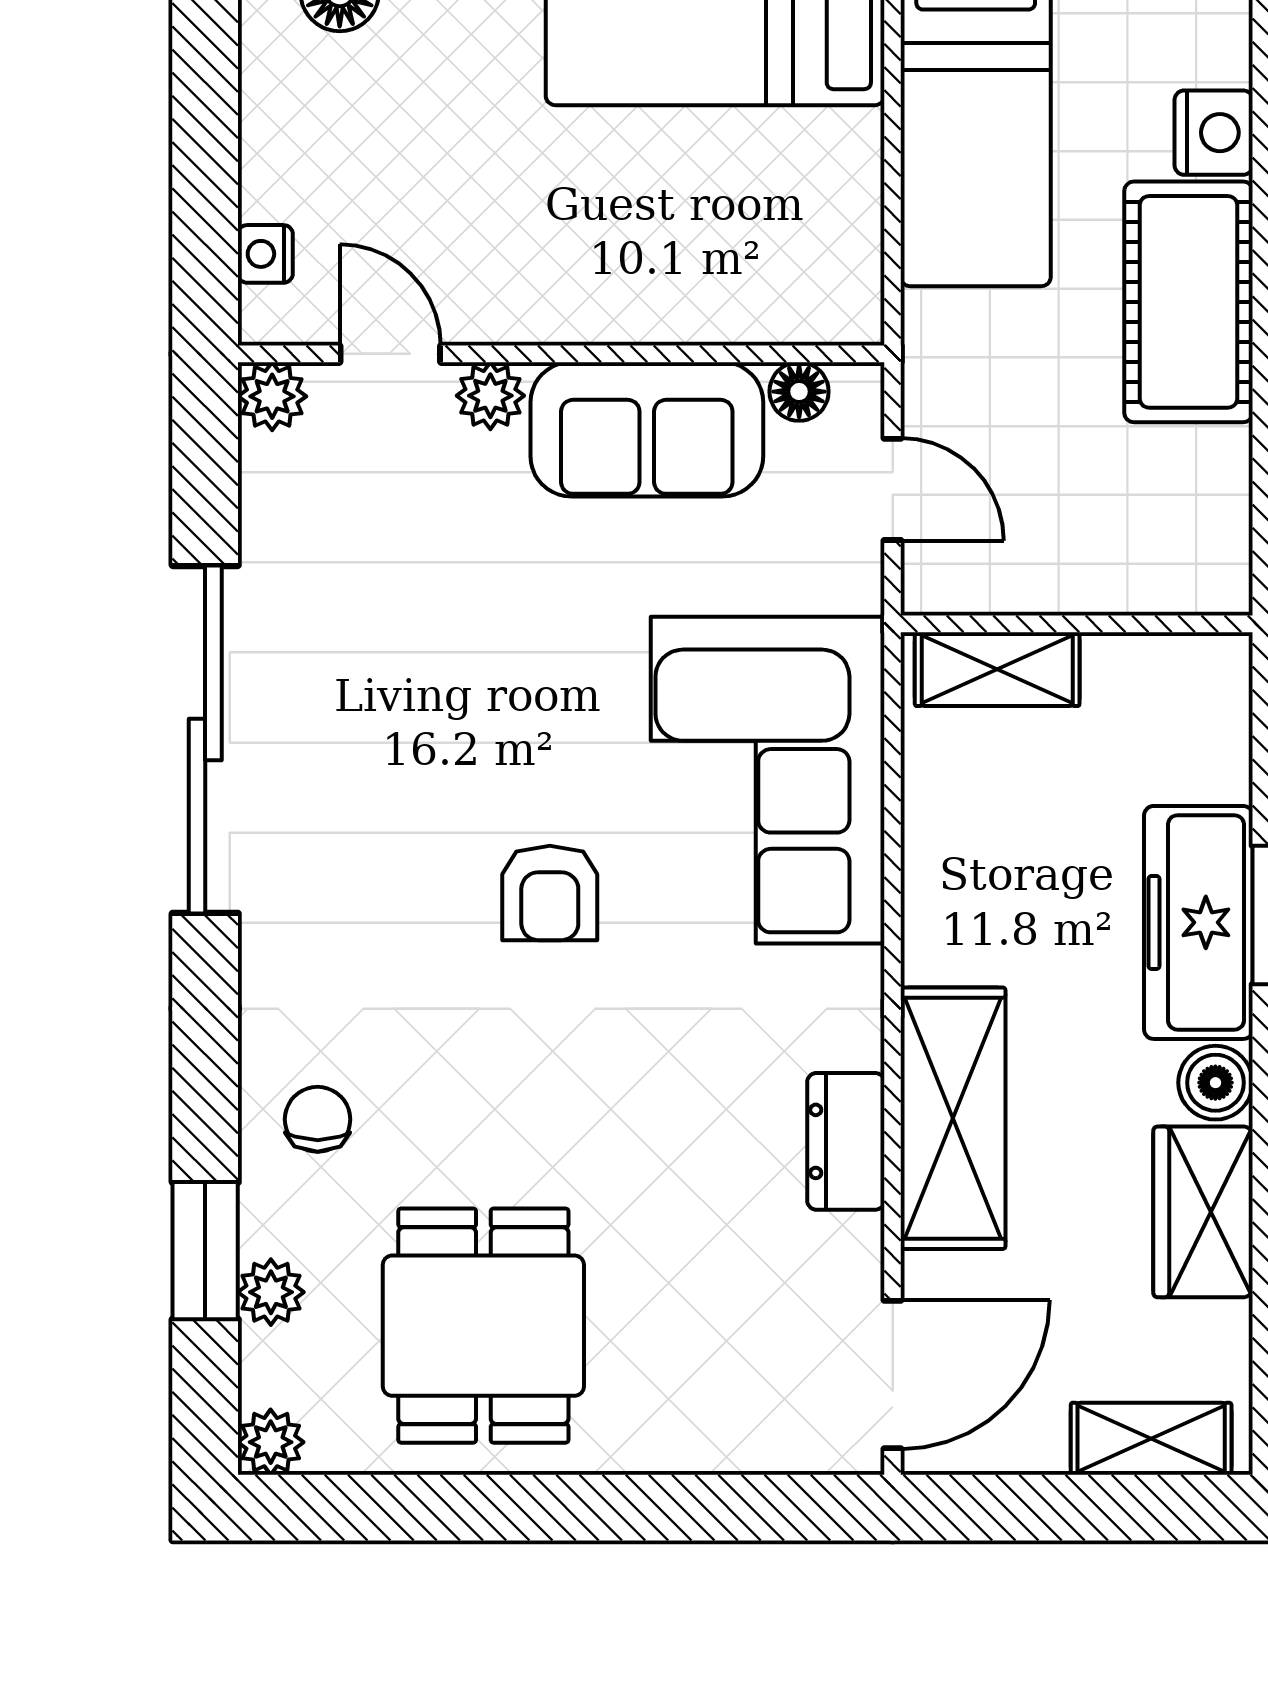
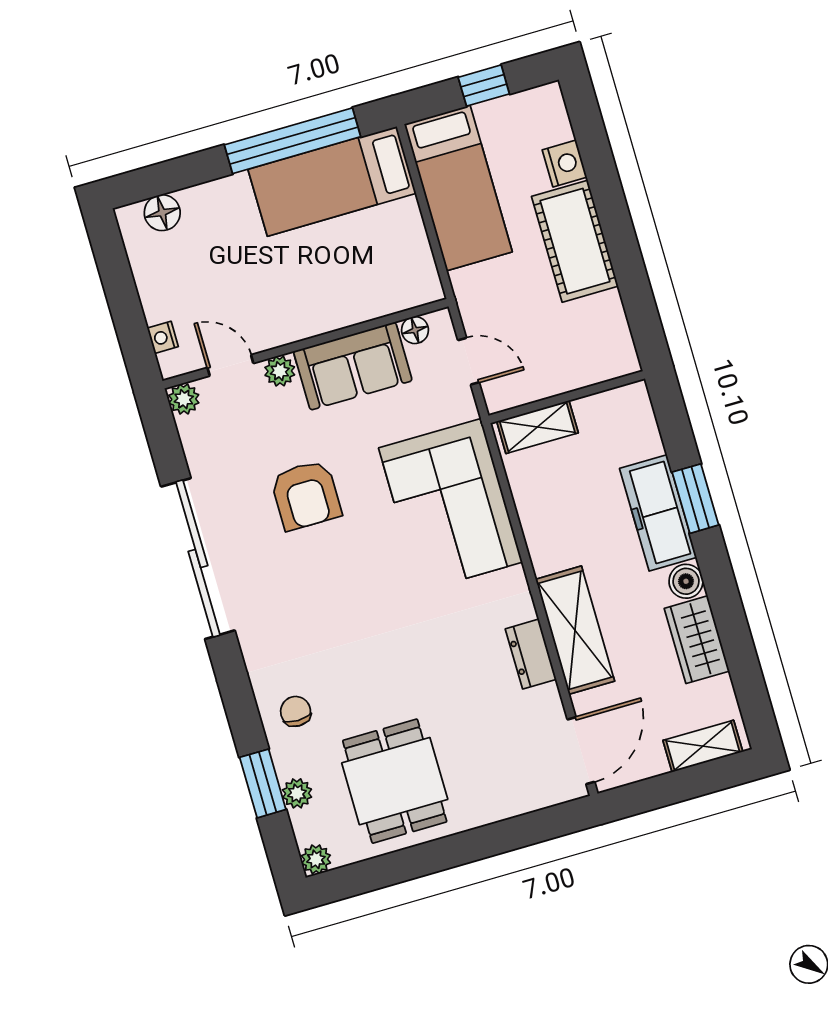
armchair: (550, 893) -> (306, 495), moved, width x1.38, depth x1.38

